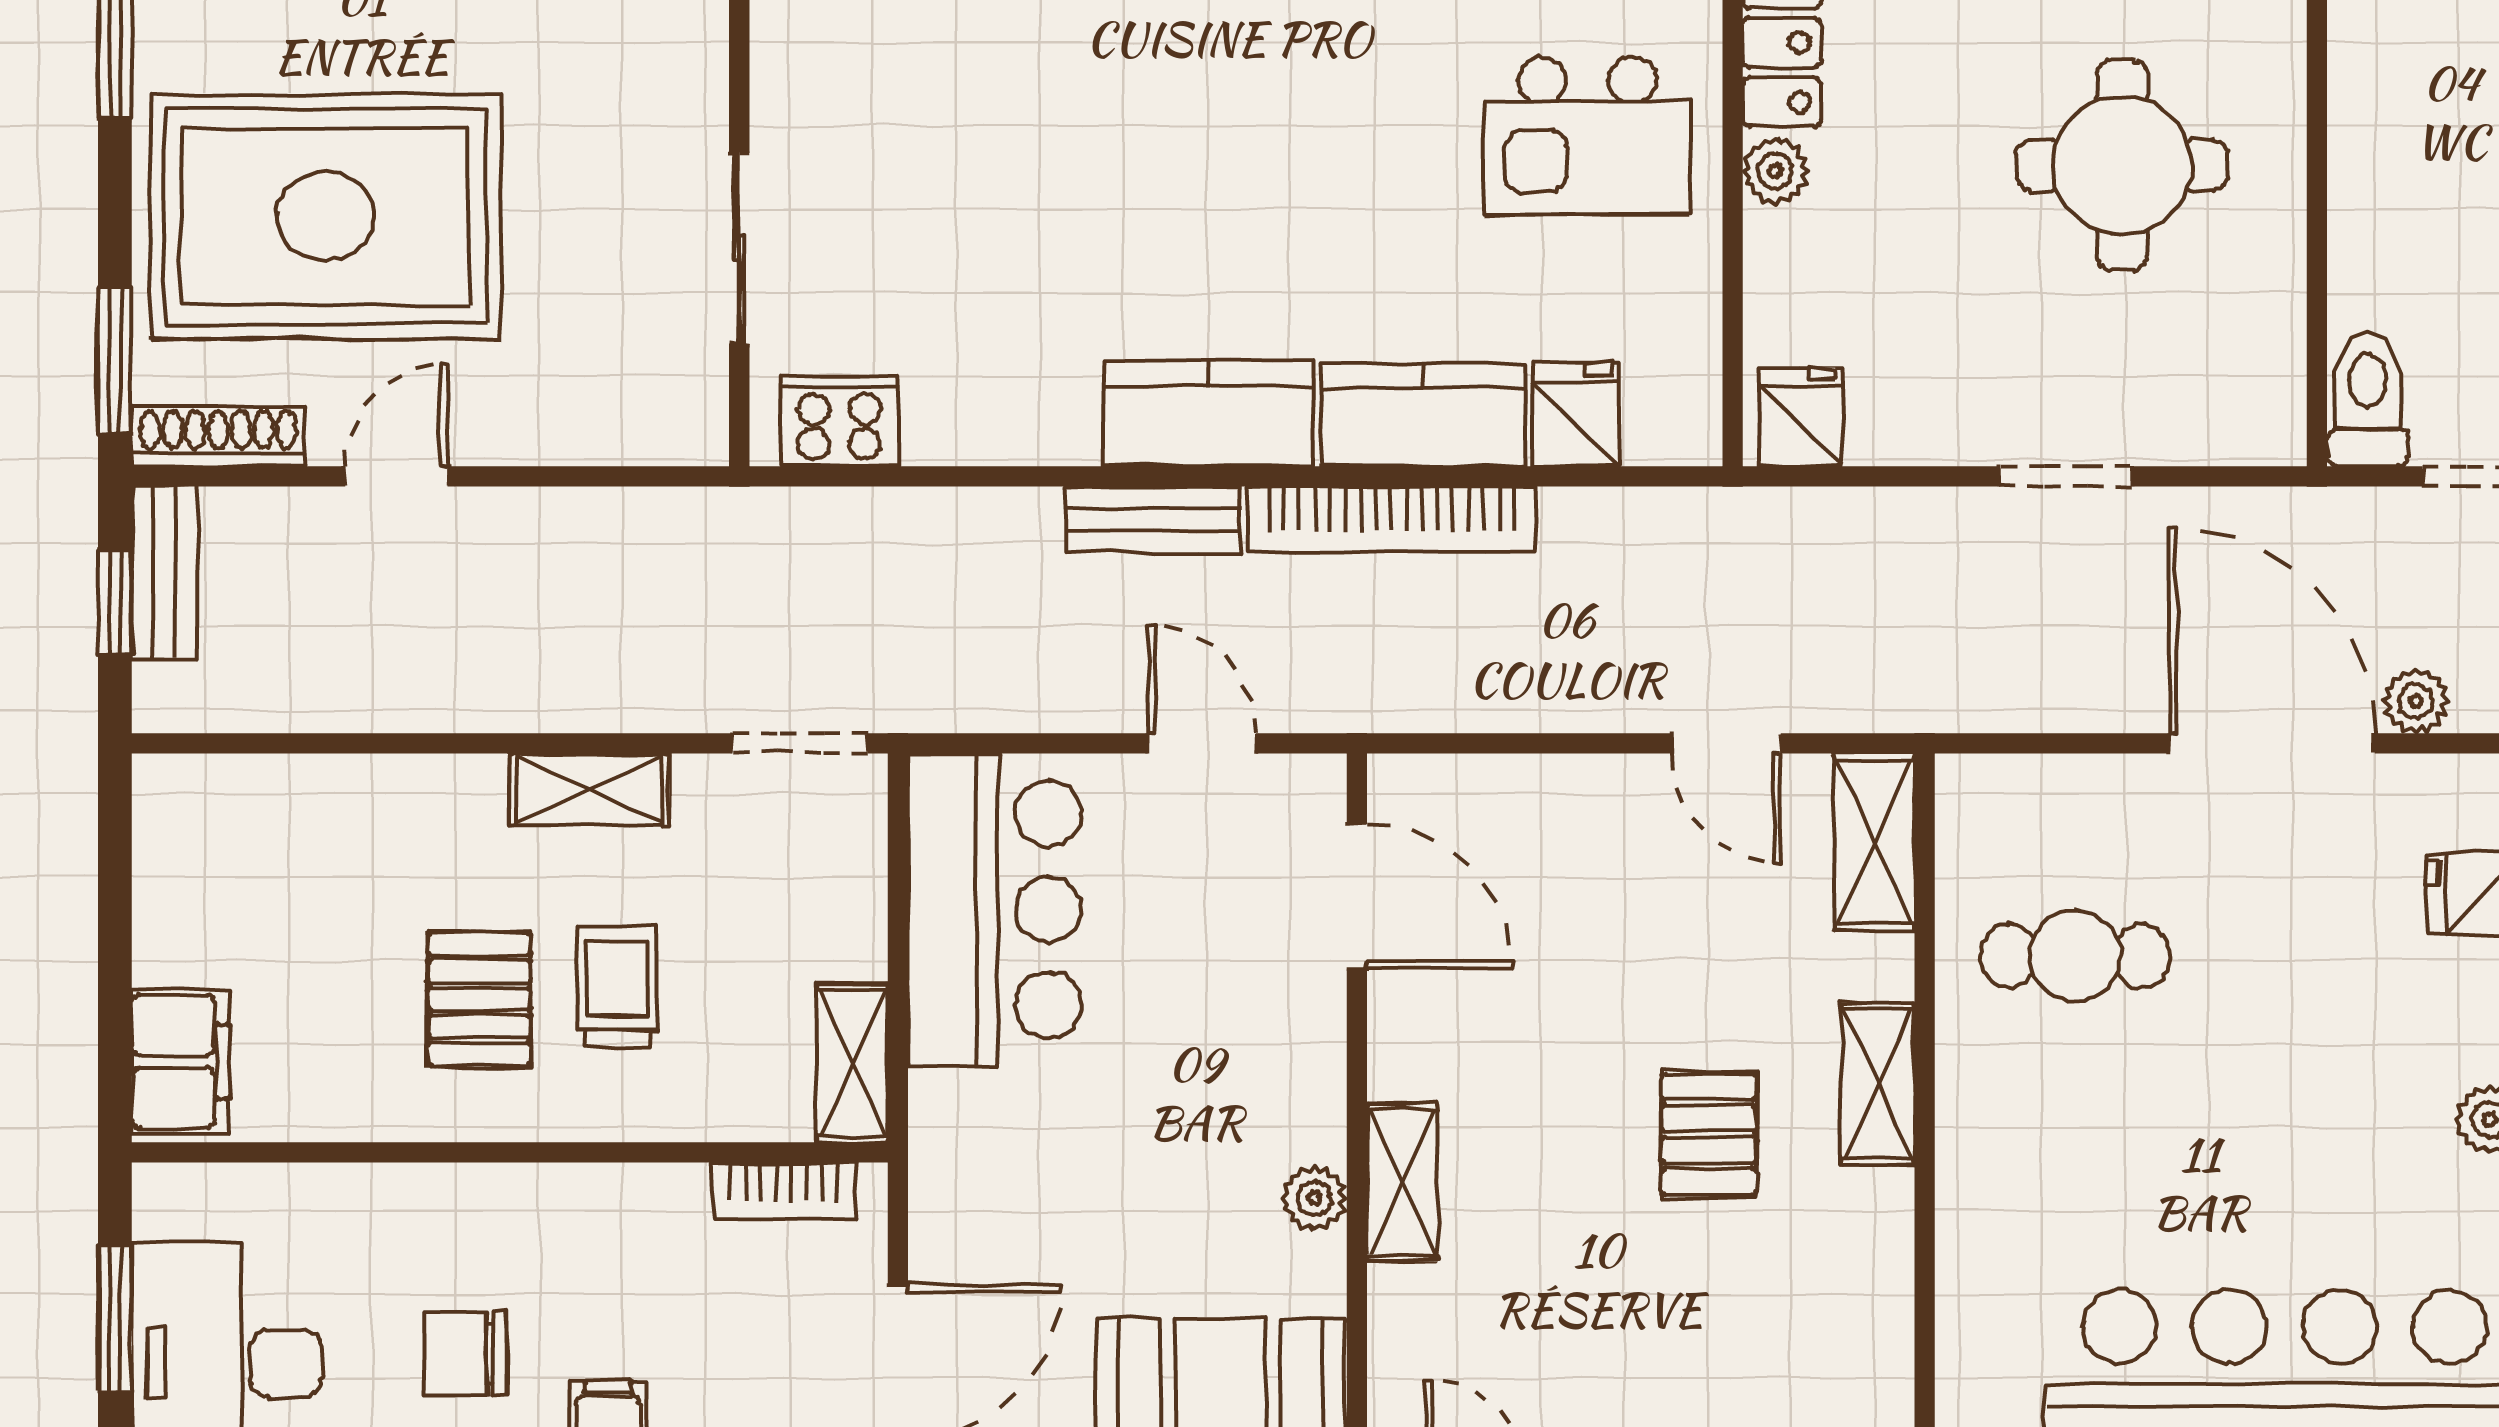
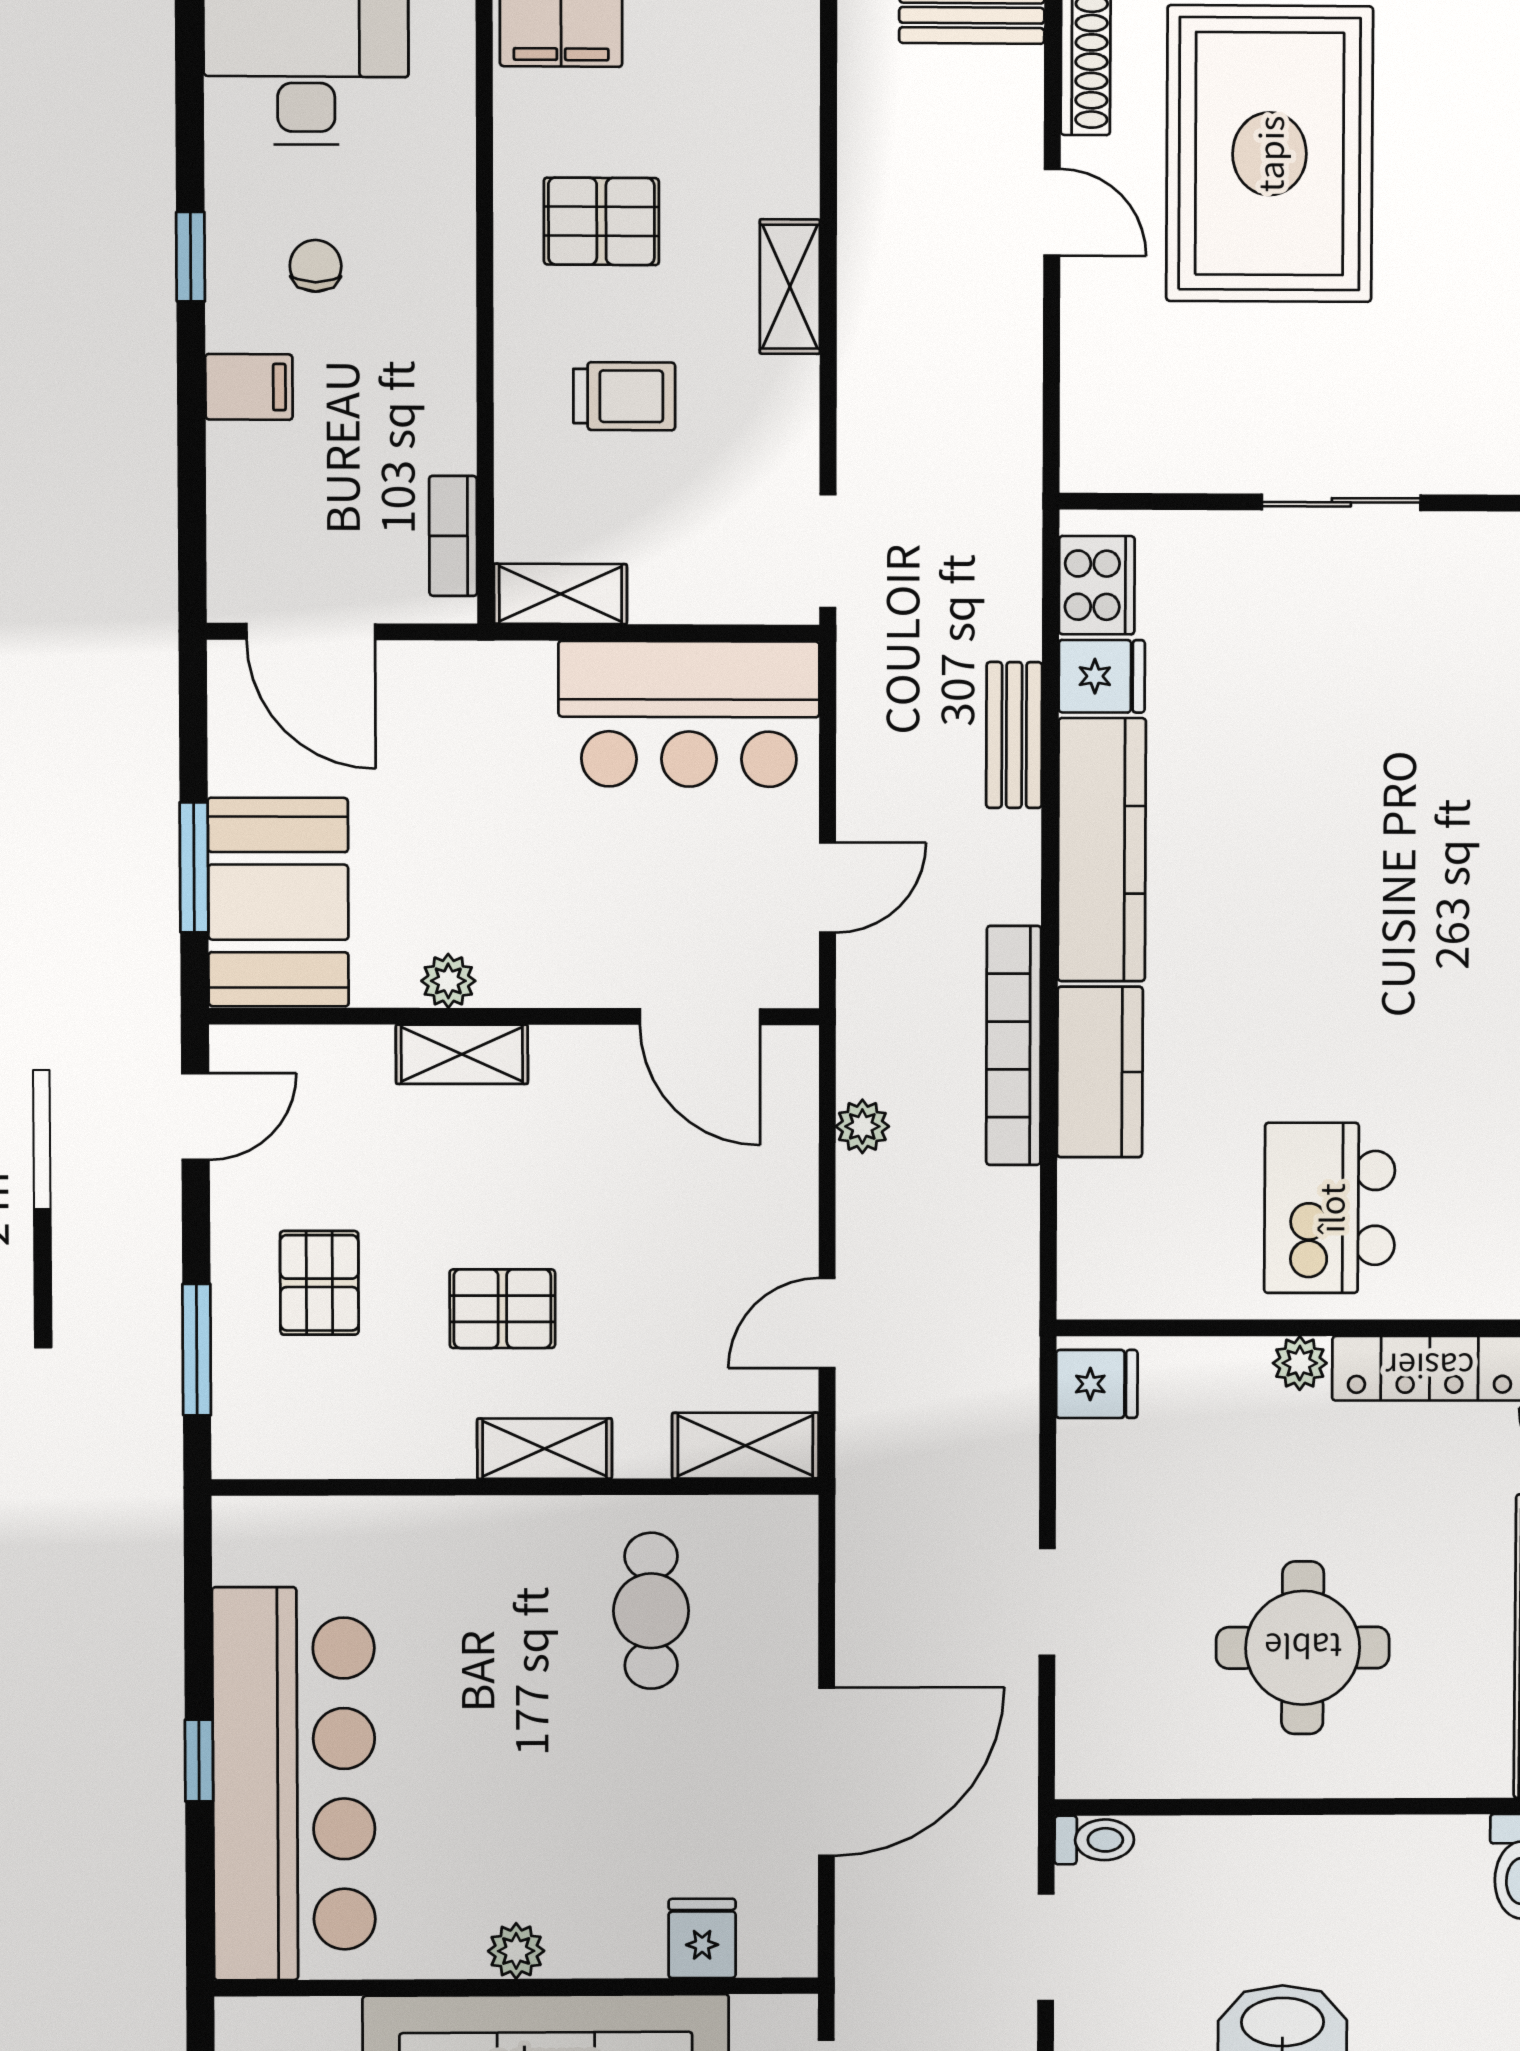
sliding door: (739, 248) -> (1341, 502), moved
toilet: (2368, 399) -> (1094, 1840), width x0.73, depth x0.72
kitchen counter: (1208, 414) -> (1102, 850), width x1.50
fridge: (1576, 415) -> (1102, 676), moved
bench: (1153, 520) -> (1014, 735), moved
plant: (2416, 701) -> (862, 1126), moved
shelving: (589, 789) -> (790, 287), moved
door: (1357, 896) -> (700, 1017), hinge flipped
pallet: (479, 999) -> (601, 221), moved
chair: (465, 1353) -> (316, 266), width x0.73, depth x0.73
pallet: (1678, 1354) -> (319, 1283), added

